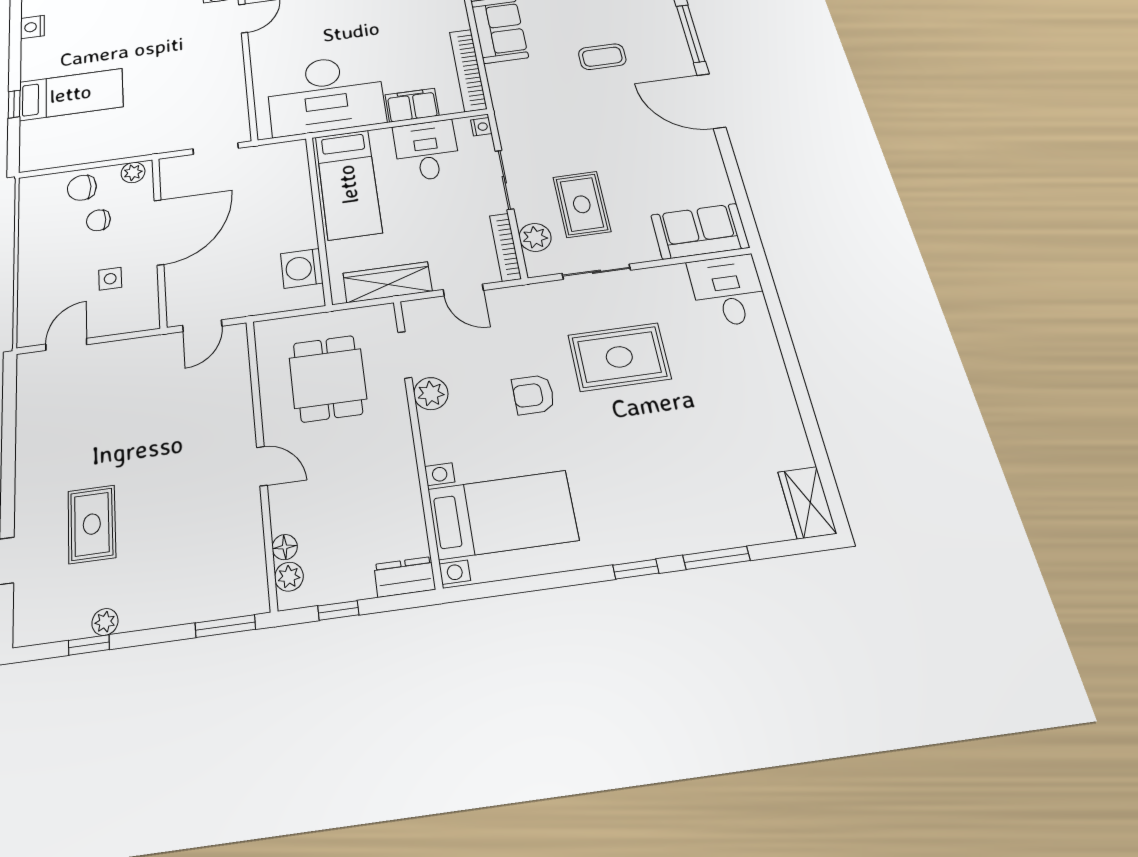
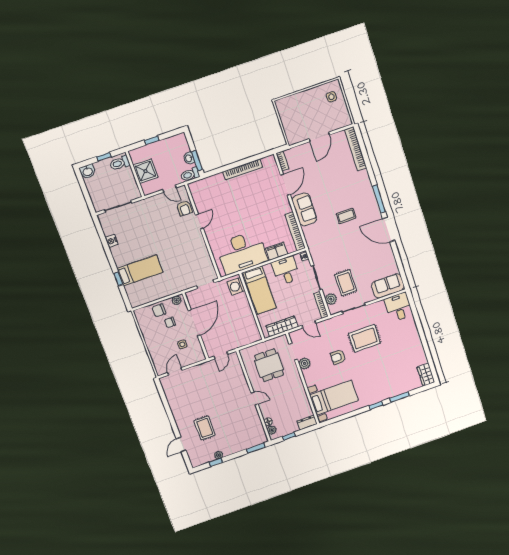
washing machine: (302, 268) -> (236, 286), moved

